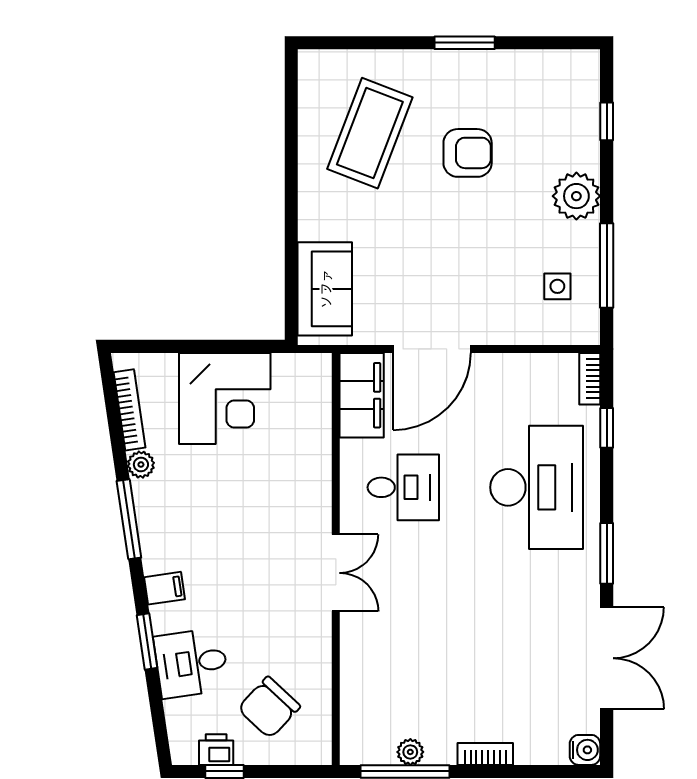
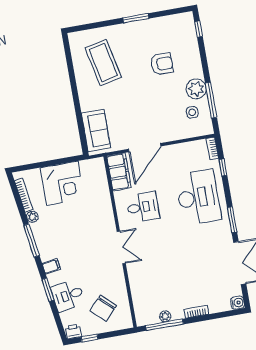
window: (607, 121) -> (198, 29), moved
coffee table: (370, 133) -> (103, 63), turned -33
armchair: (468, 153) -> (162, 64), moved
plant: (576, 196) -> (196, 89), moved
printer: (216, 750) -> (73, 331), moved

